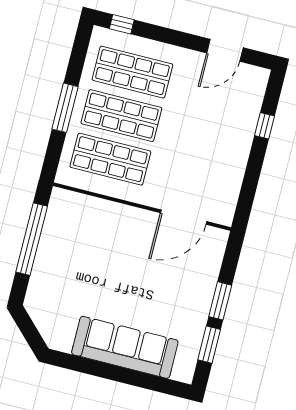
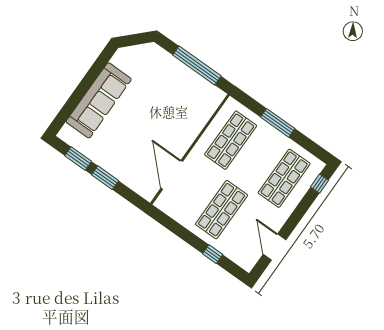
shop shelf: (121, 116) -> (222, 210), moved

